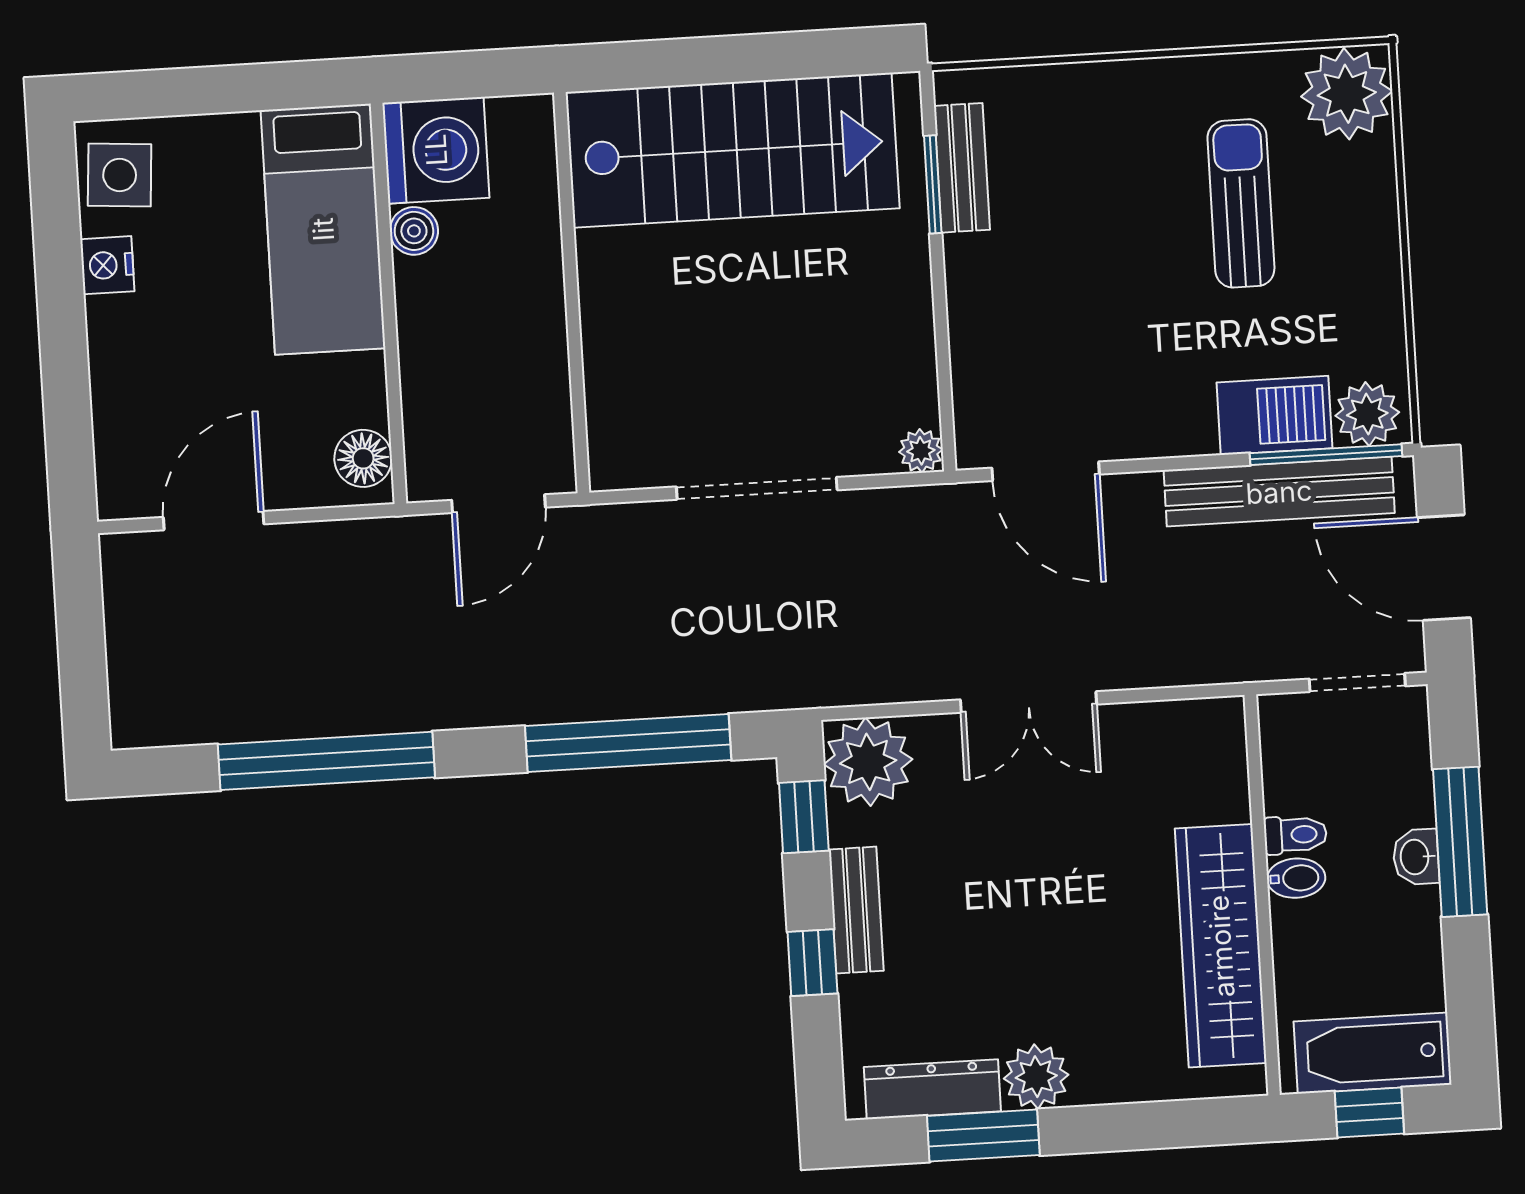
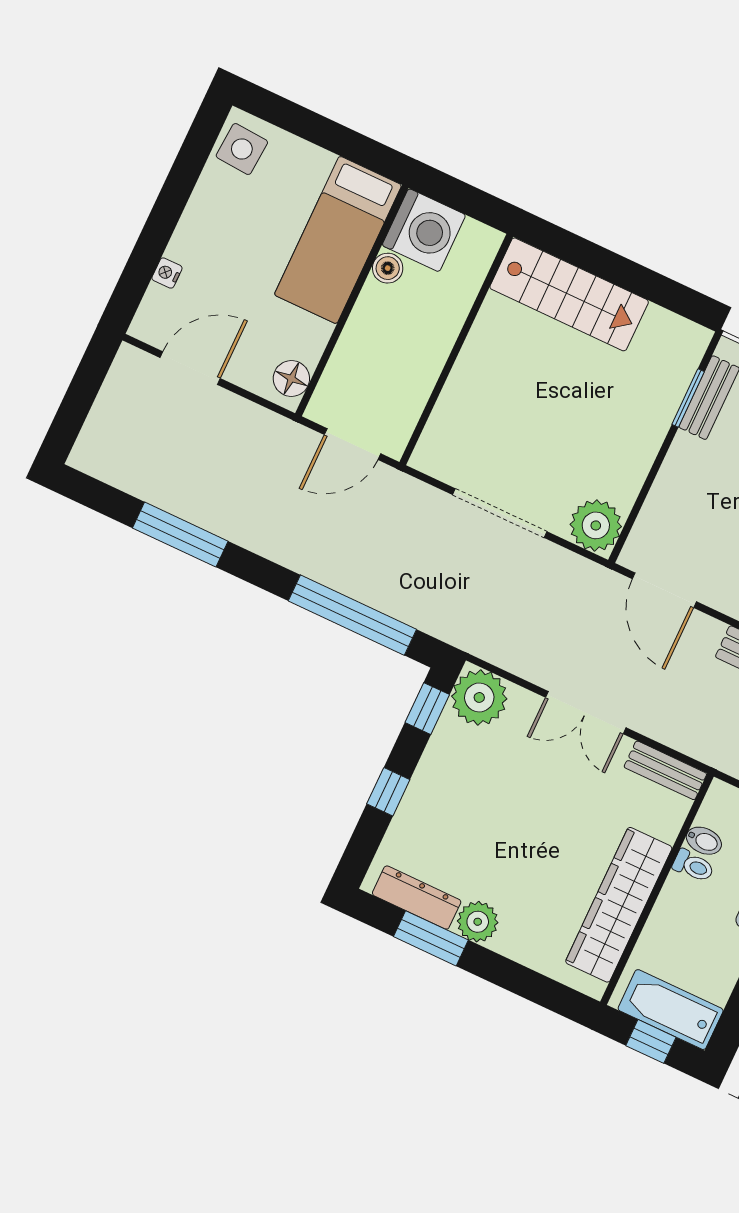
stairs: (733, 150) -> (569, 294), width x0.73, depth x0.66
nightstand: (107, 265) -> (167, 273), moved, width x0.72, depth x0.74
plant: (921, 451) -> (596, 525), width x1.87, depth x1.87
window: (326, 761) -> (180, 535), width x0.68
bidet: (1296, 878) -> (704, 841), moved
bench: (856, 910) -> (665, 770), moved, turned 90

